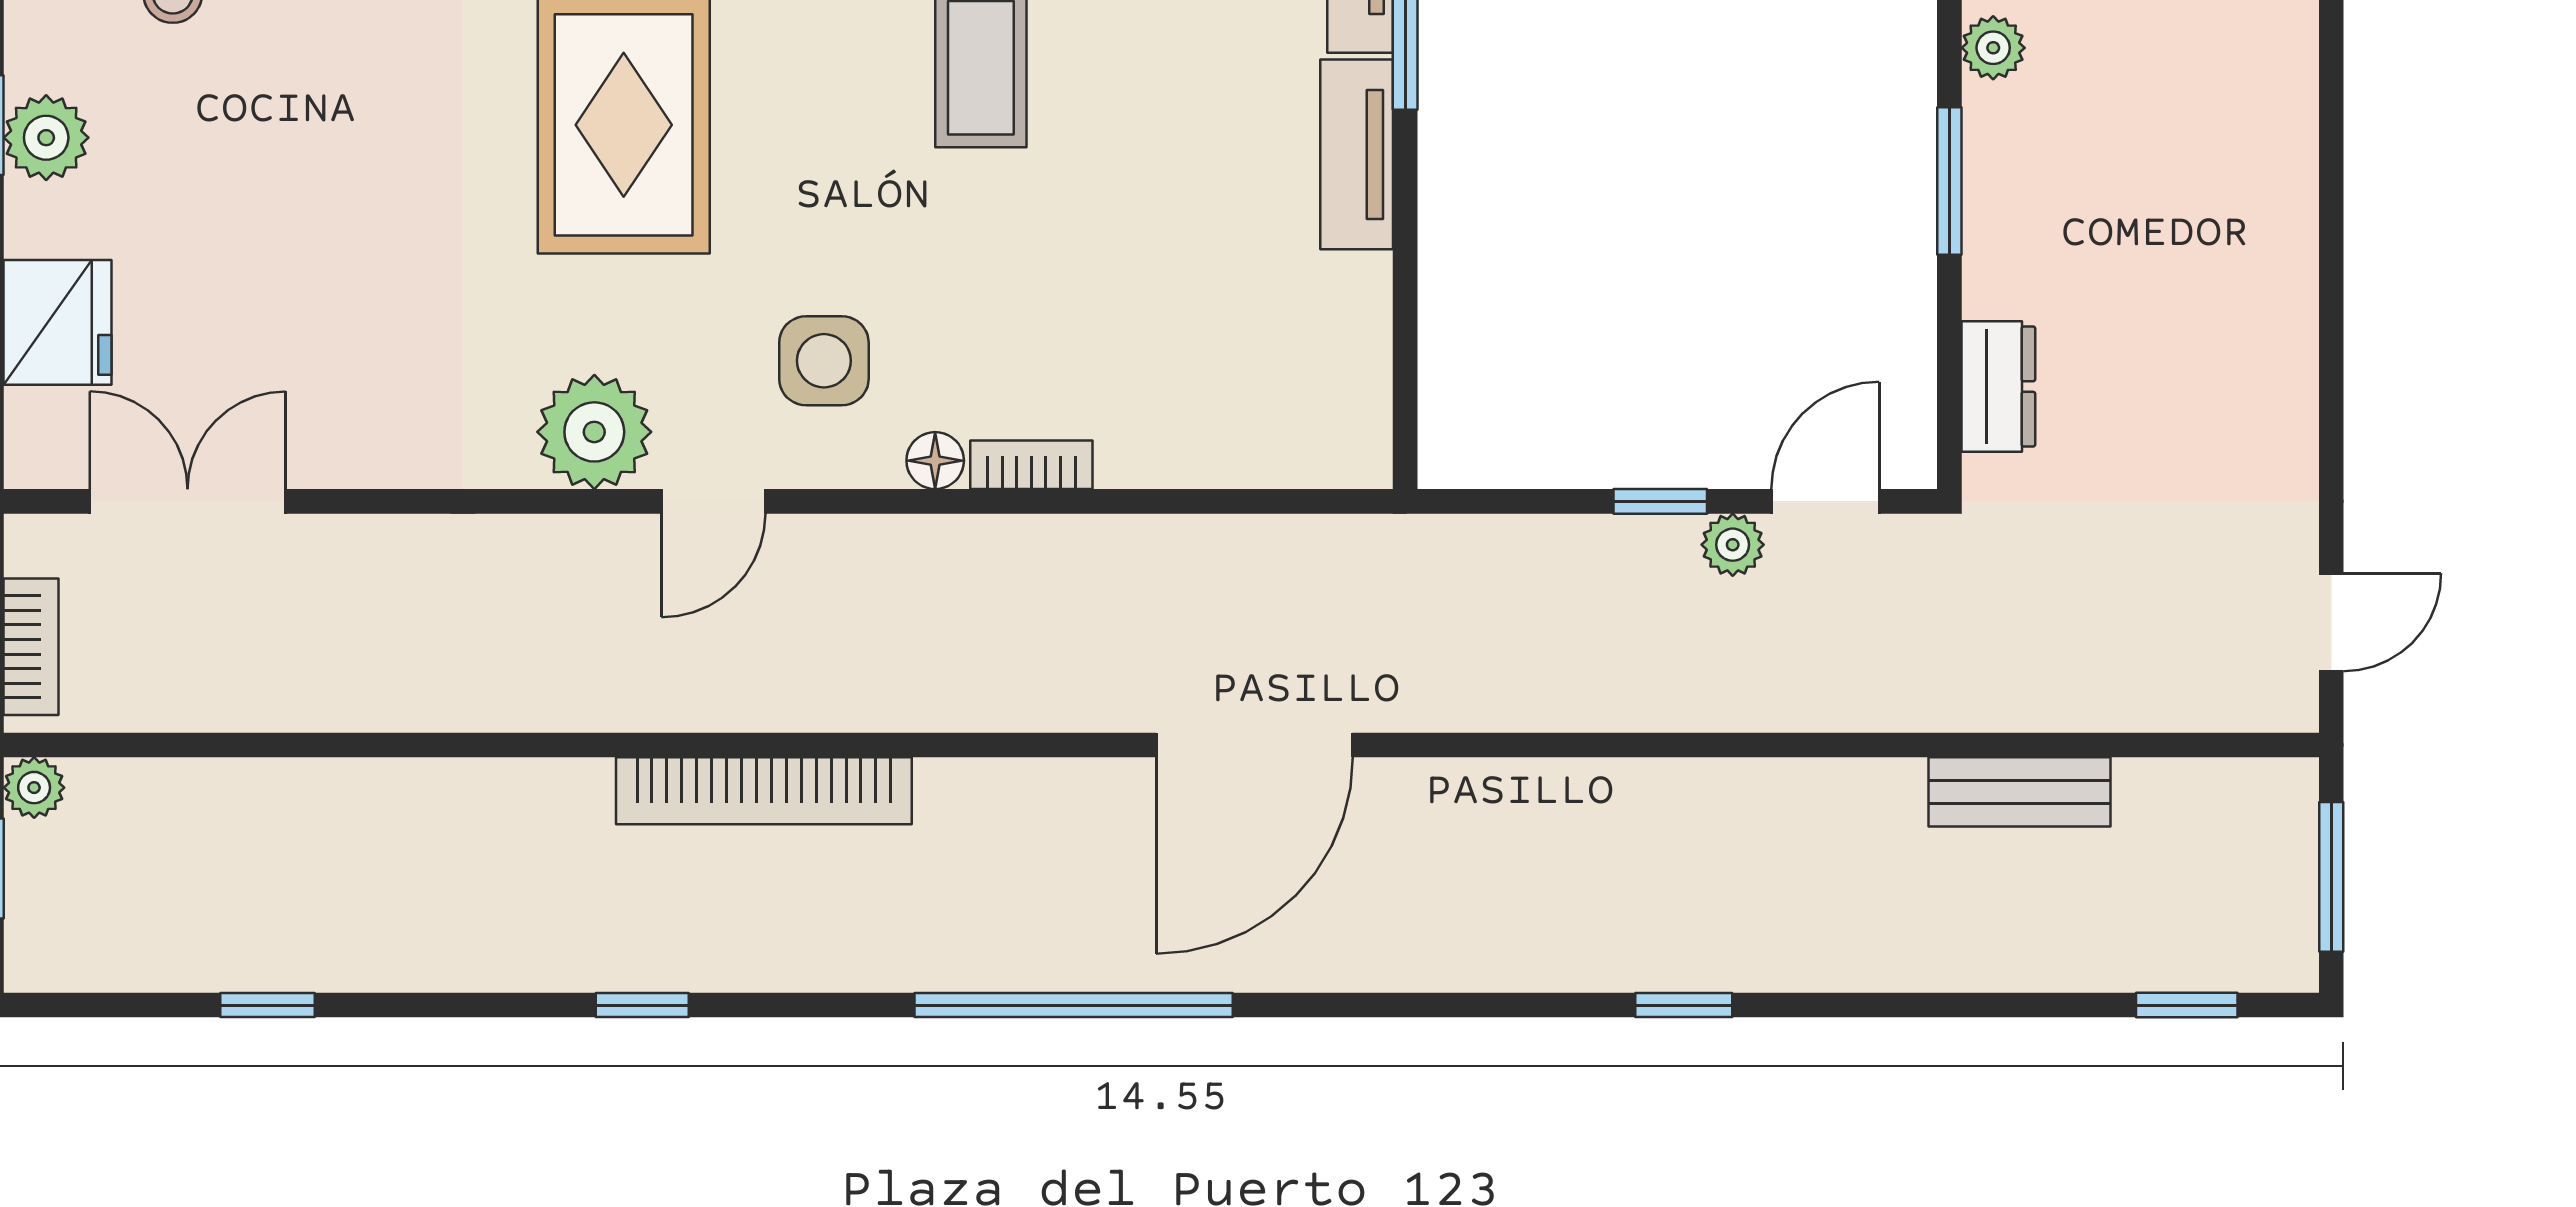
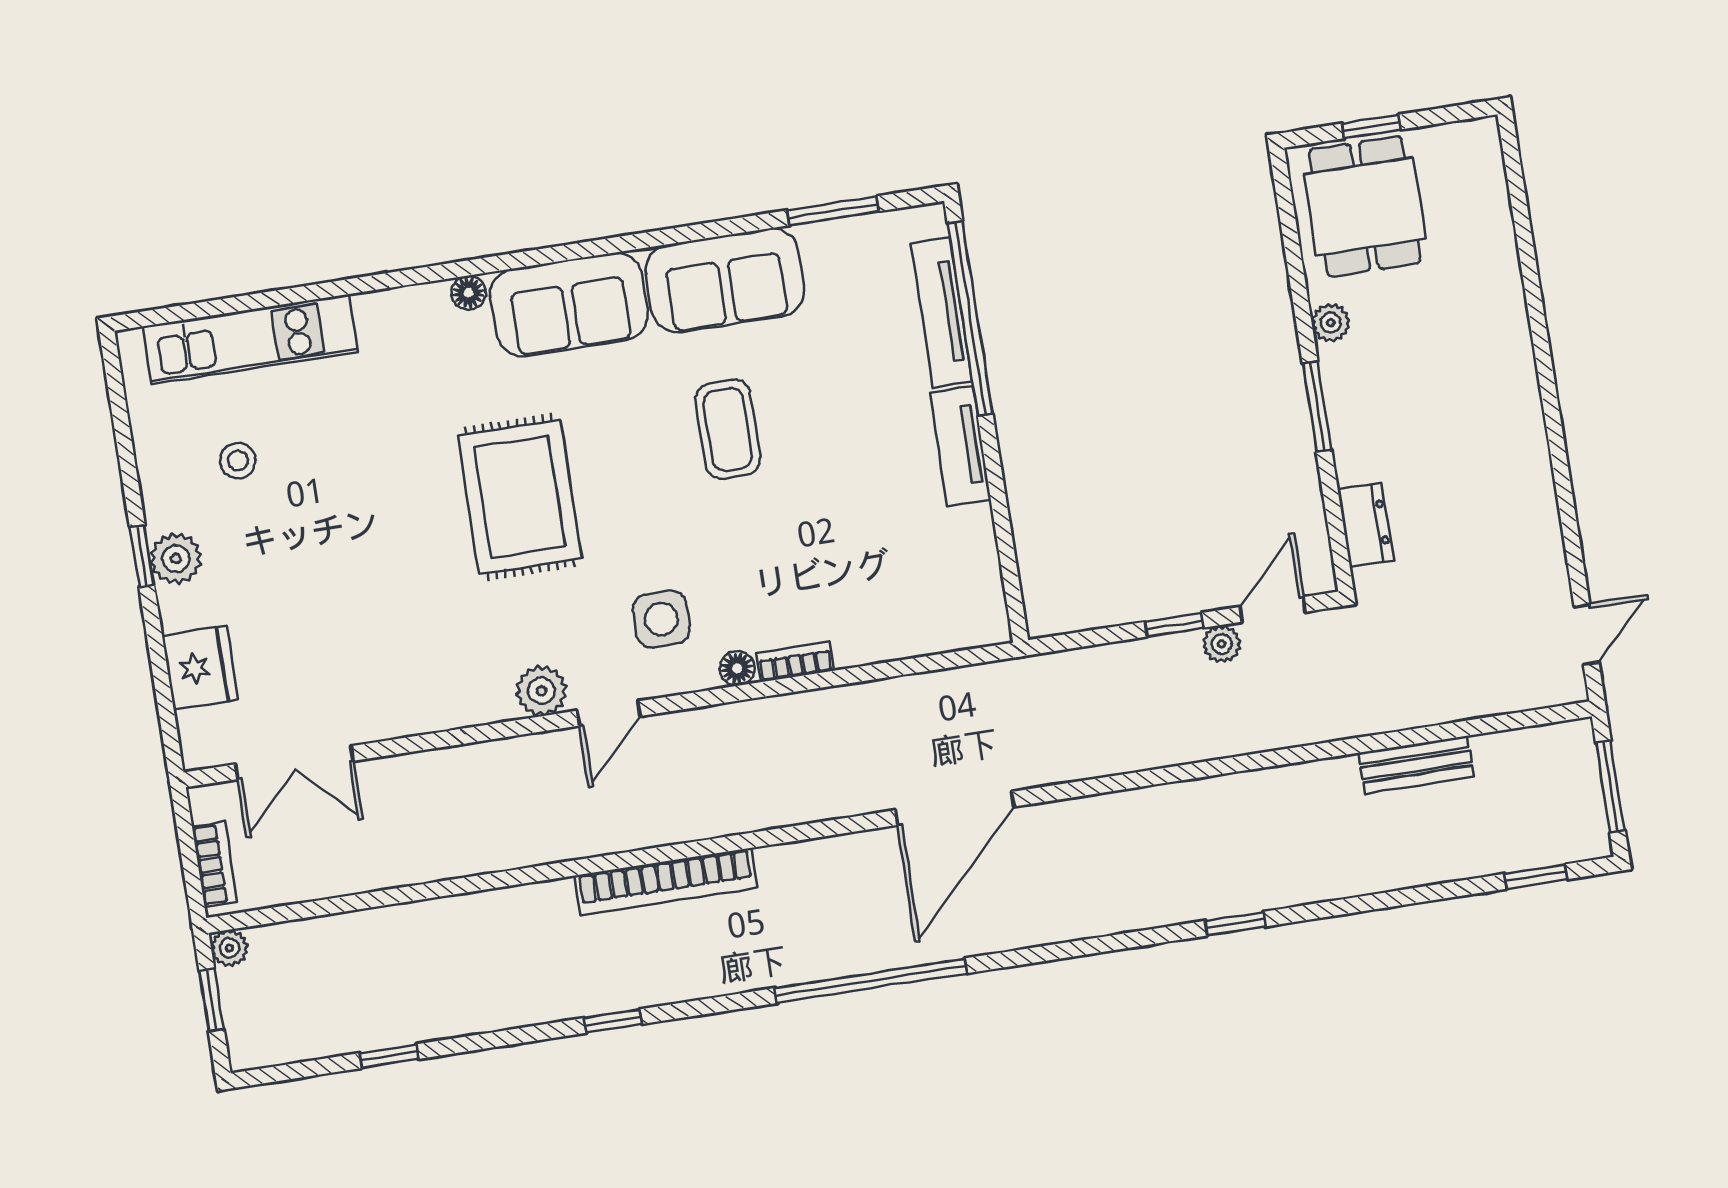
plant: (594, 432) -> (541, 691), width x0.73, depth x0.73
double door: (188, 501) -> (294, 763), swing flipped

